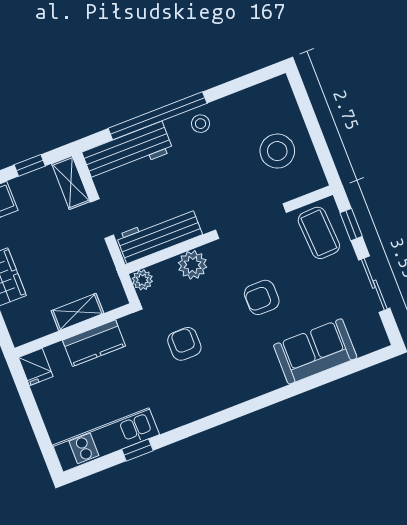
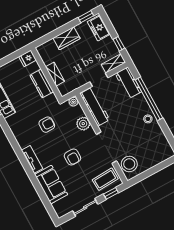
stool: (277, 151) -> (129, 164), moved
workbench: (128, 152) -> (128, 83), width x0.73
armchair: (262, 297) -> (72, 157), turned 180
tv unit: (255, 386) -> (32, 159), added

